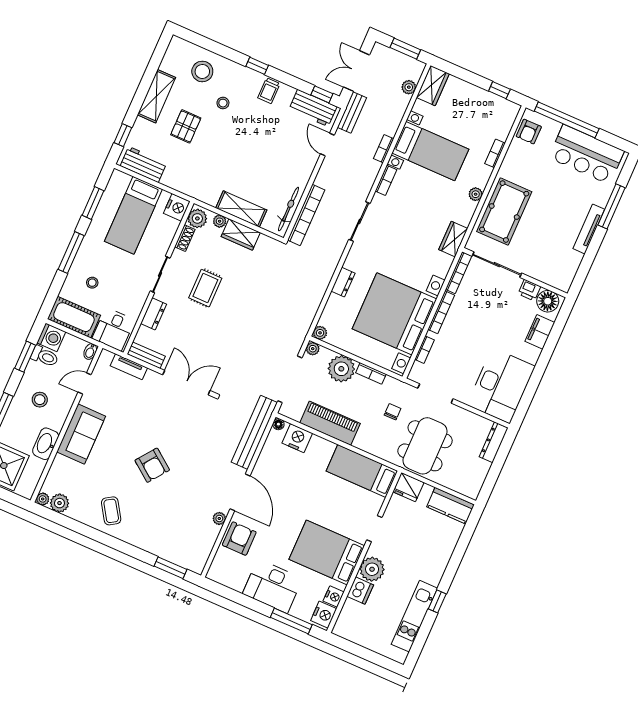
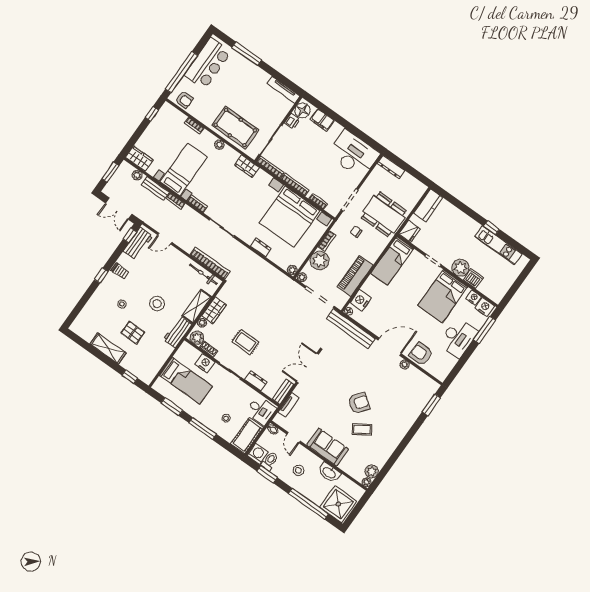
stool: (202, 71) -> (157, 304), moved
bench: (352, 113) -> (155, 188), moved
workbench: (143, 165) -> (178, 332), moved
nightstand: (177, 207) -> (205, 363), moved
tv unit: (589, 229) -> (283, 90), moved
coffee table: (111, 511) -> (362, 429), moved

